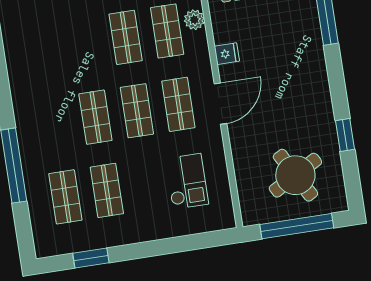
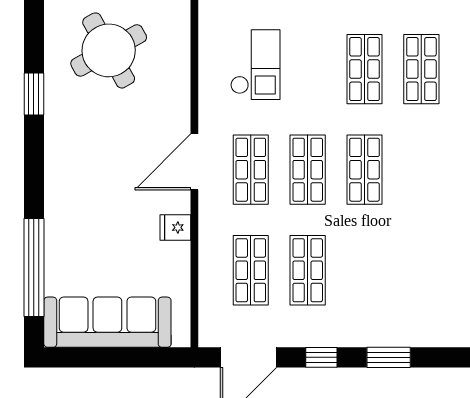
plant: (194, 20) -> (212, 280), removed
checkout: (187, 181) -> (255, 65), turned 180

